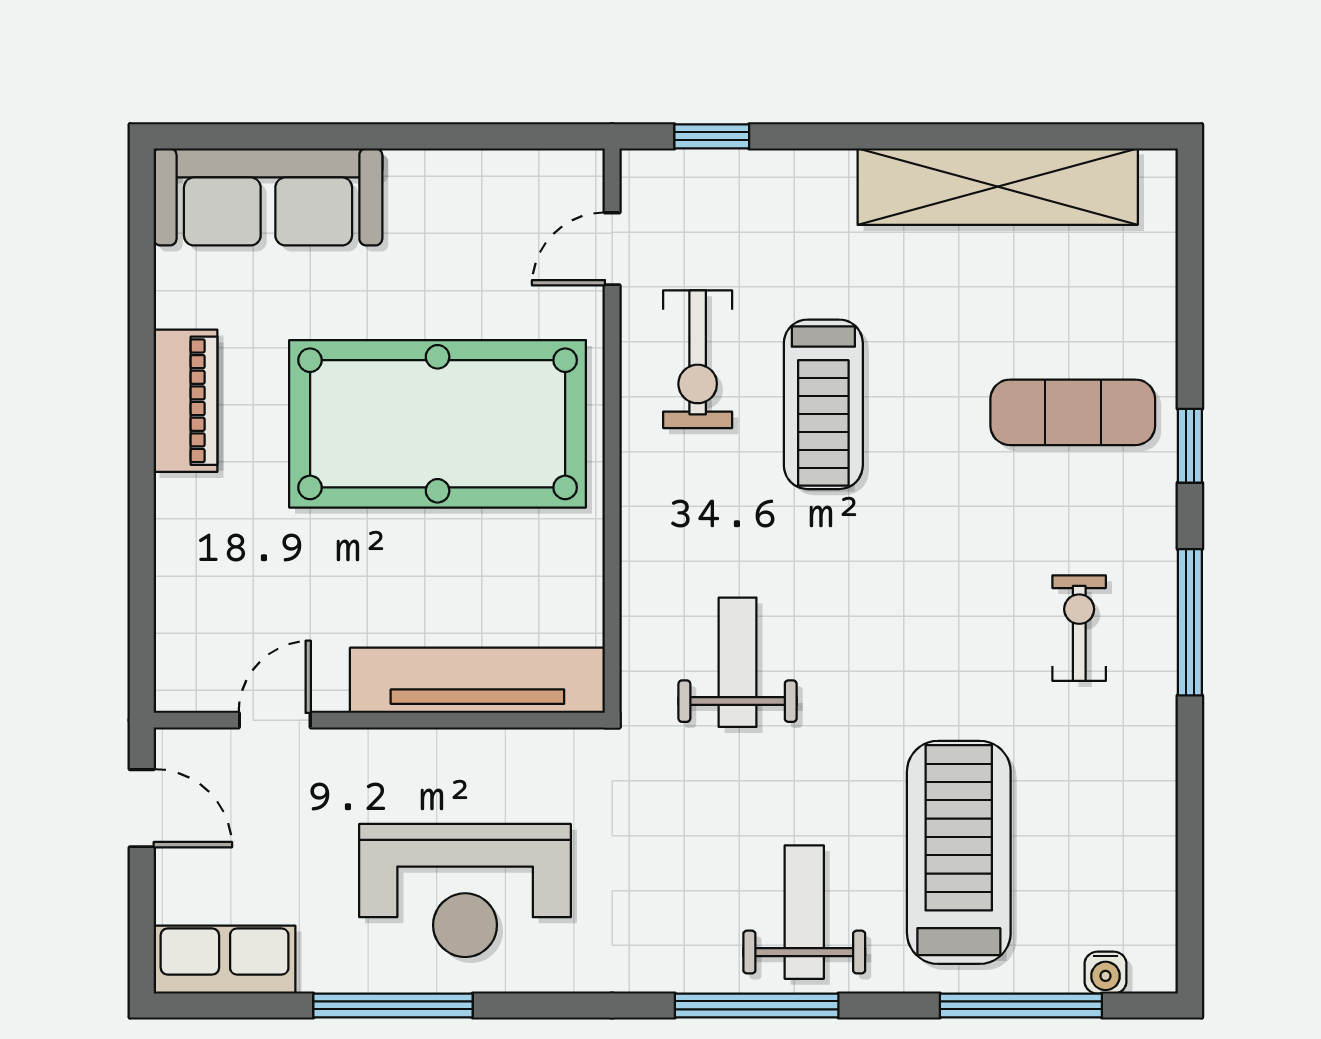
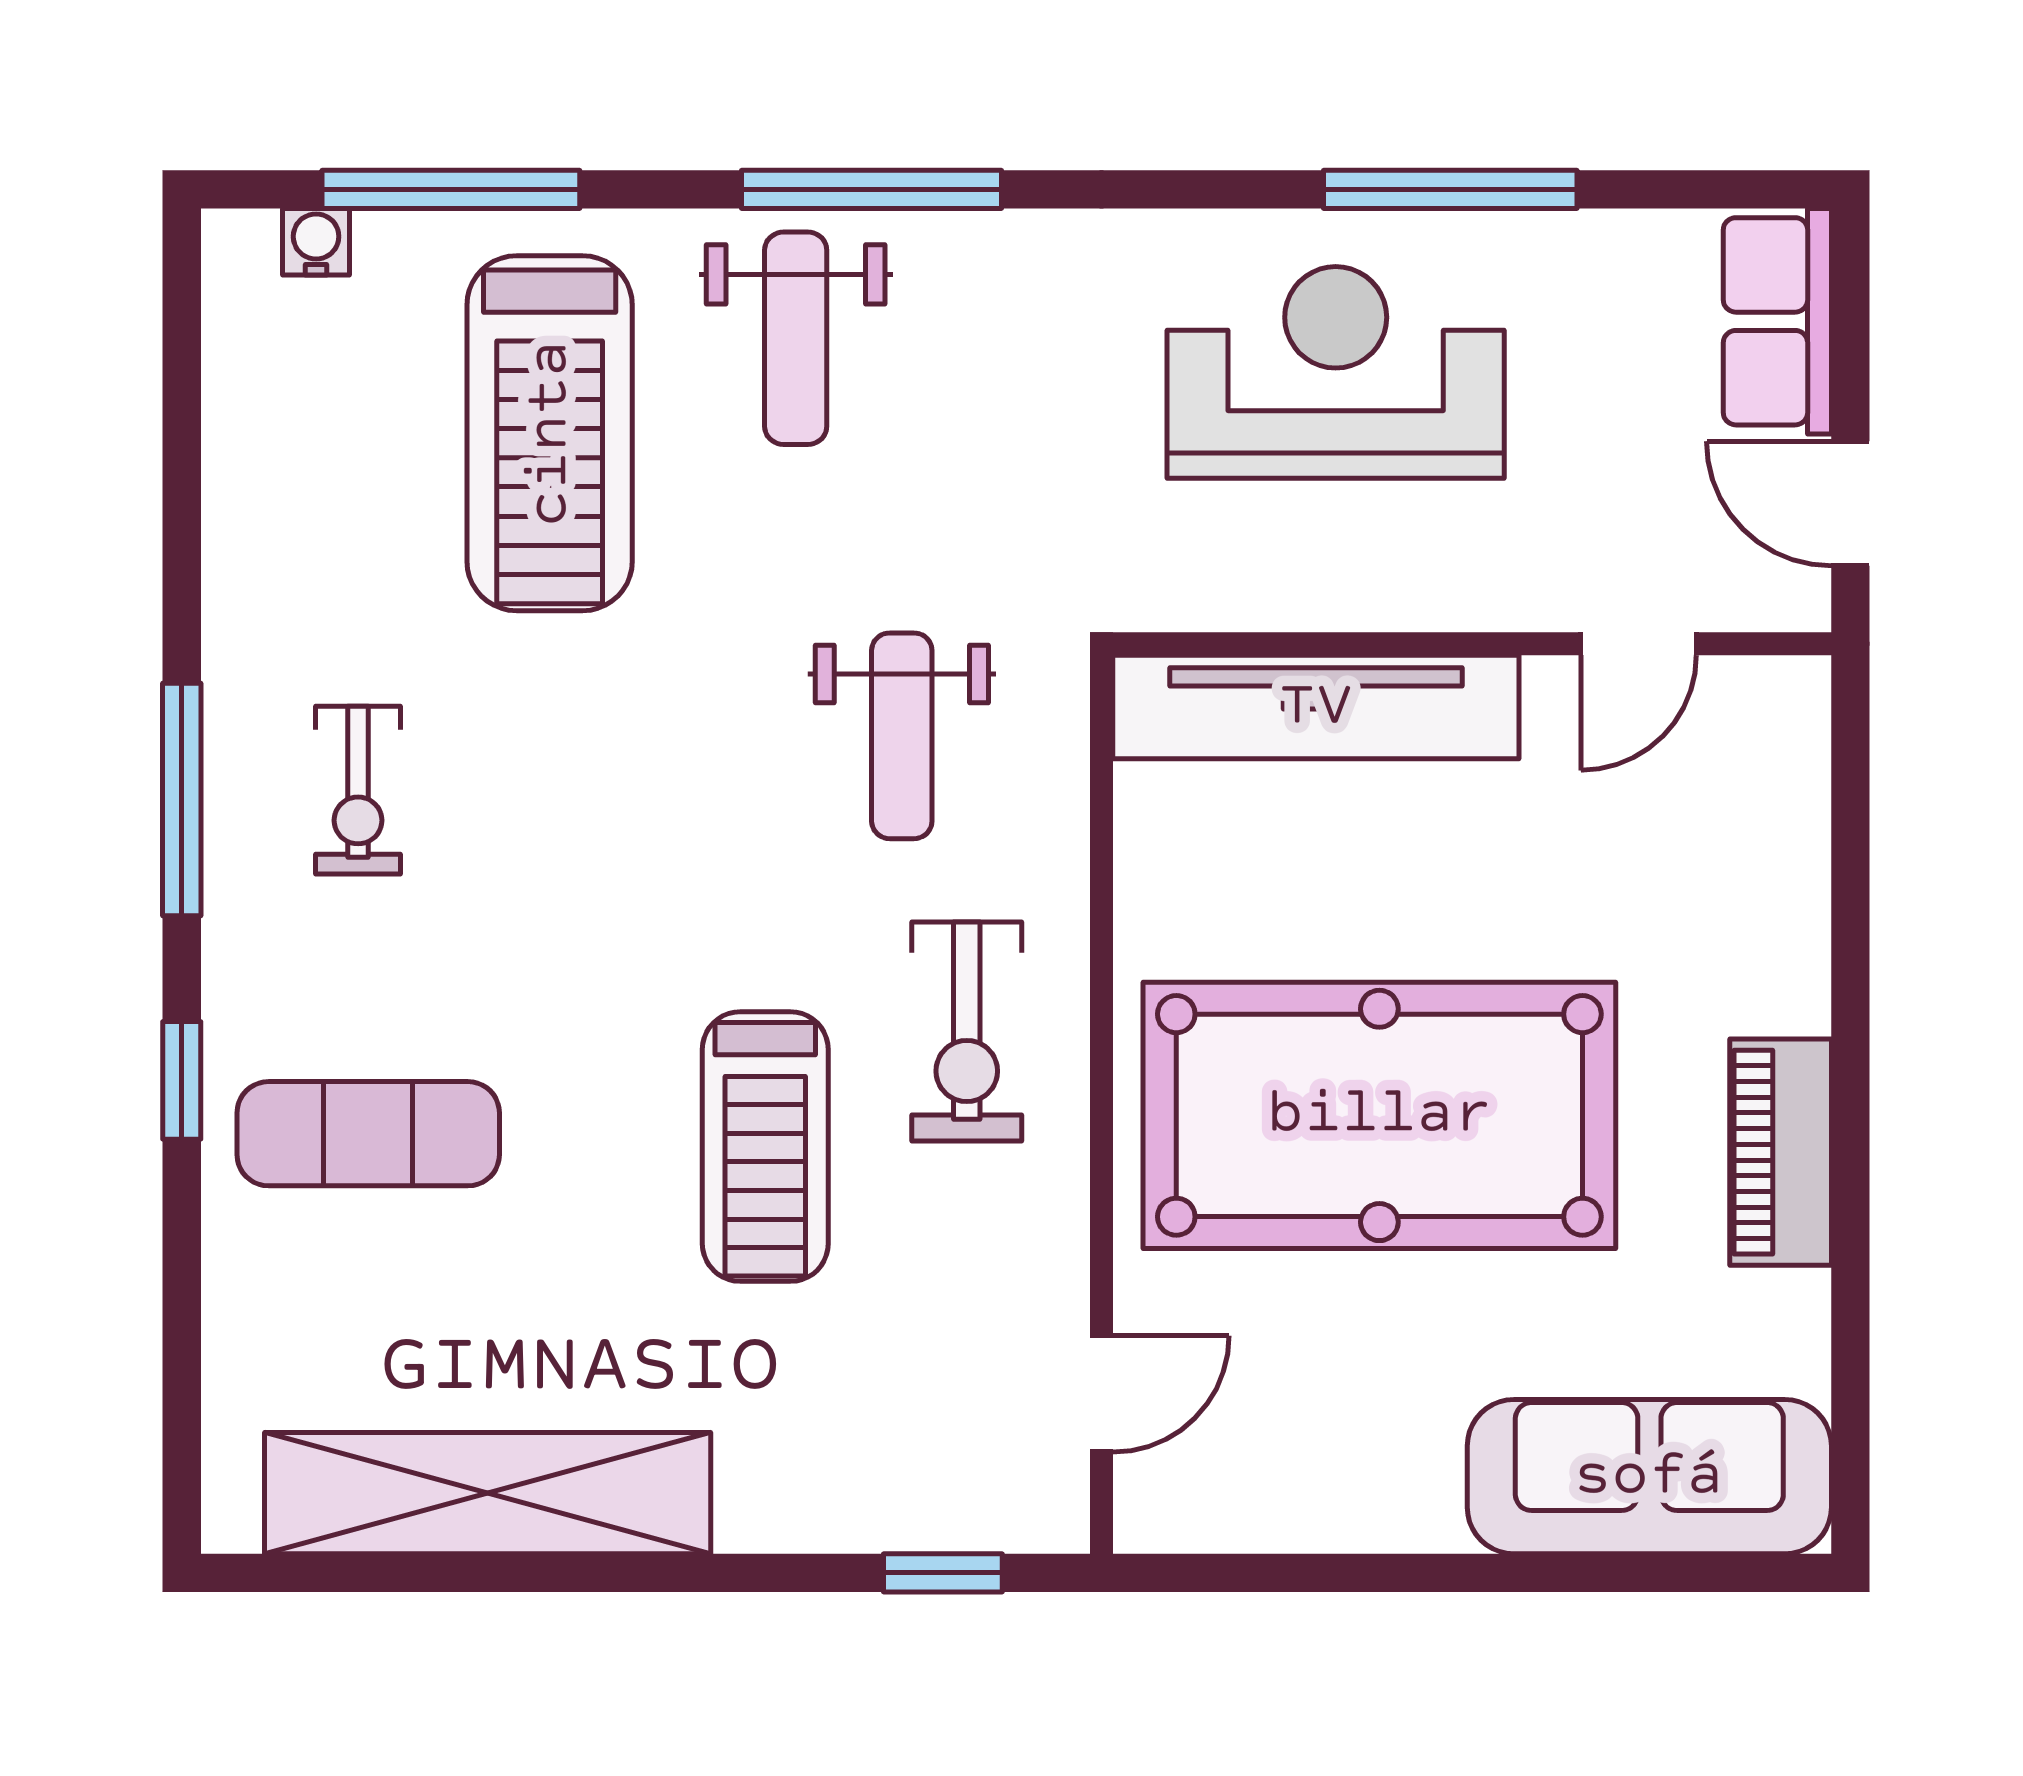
exercise bike: (698, 359) -> (967, 1032), moved, turned 180
treadmill: (823, 404) -> (765, 1147), turned 180
row of seats: (225, 960) -> (1777, 321), moved, turned 90

